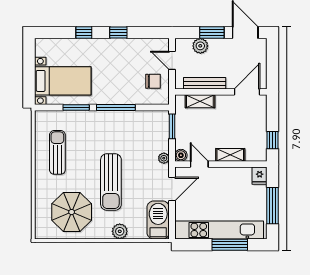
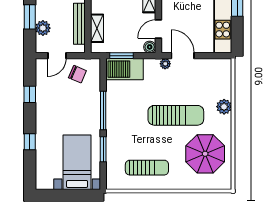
window: (118, 32) -> (30, 94), moved
chair: (153, 81) -> (77, 74), turned 113
sun lounger: (57, 152) -> (147, 168), turned 180
plant: (164, 158) -> (165, 64), moved
barbecue: (158, 220) -> (124, 69), moved

